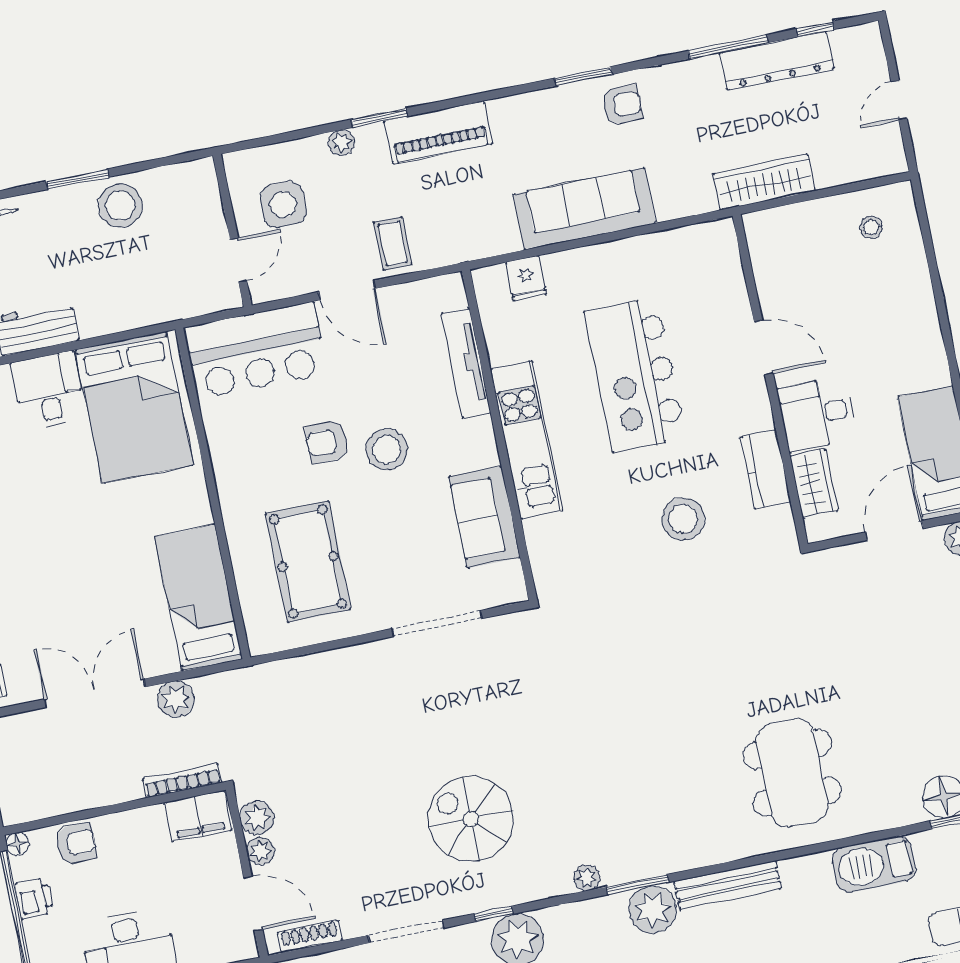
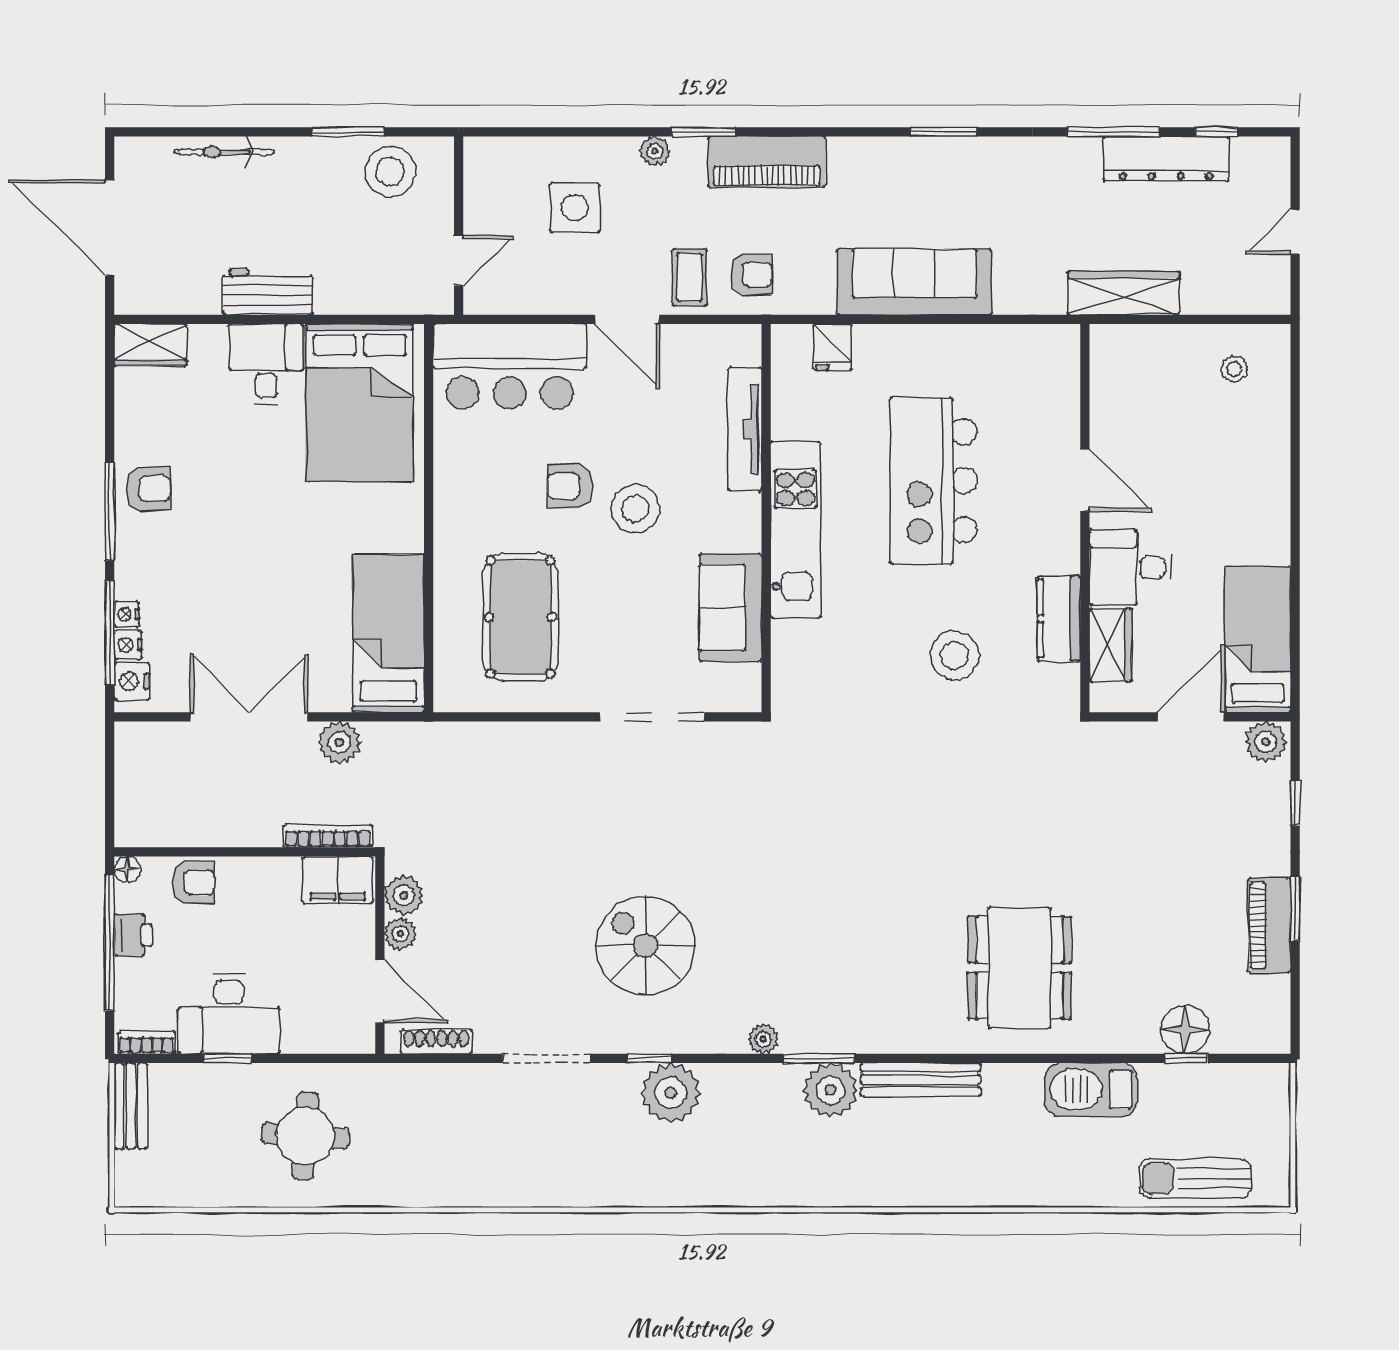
armchair: (622, 105) -> (751, 274), moved
wall: (232, 231) -> (459, 226), moved
door: (238, 260) -> (459, 260), moved

